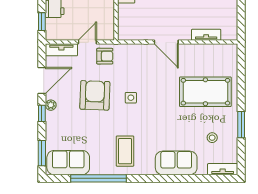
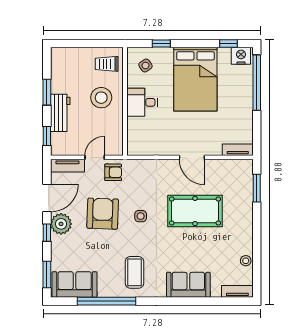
tv unit: (206, 35) -> (238, 150), moved
door: (166, 42) -> (192, 157), moved
pool table: (205, 92) -> (195, 211), moved
plant: (51, 105) -> (61, 224), width x1.88, depth x1.88
window: (241, 125) -> (257, 188), moved
stool: (212, 138) -> (246, 261), moved

